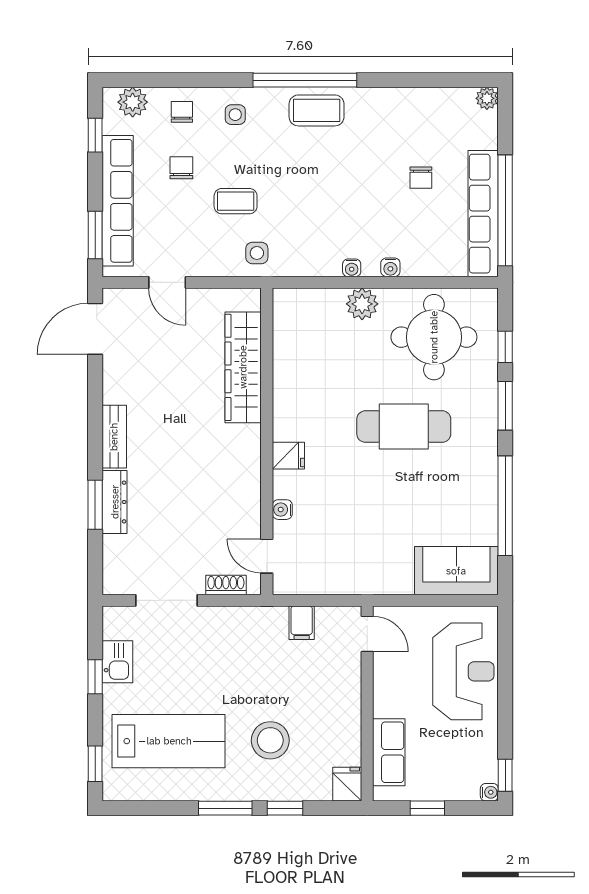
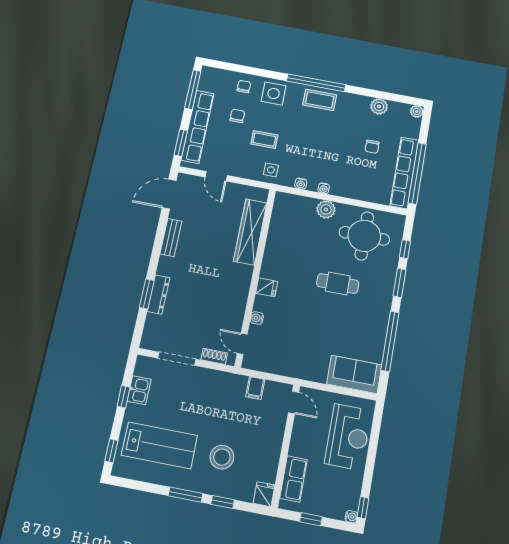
plant: (133, 102) -> (379, 106), moved
side table: (235, 115) -> (274, 94), width x1.87, depth x1.87
window: (95, 135) -> (193, 90), width x2.17
water cooler: (390, 267) -> (301, 184), moved
cafe table: (404, 427) -> (338, 283), width x0.73, depth x0.74
bench: (114, 437) -> (171, 238), moved

